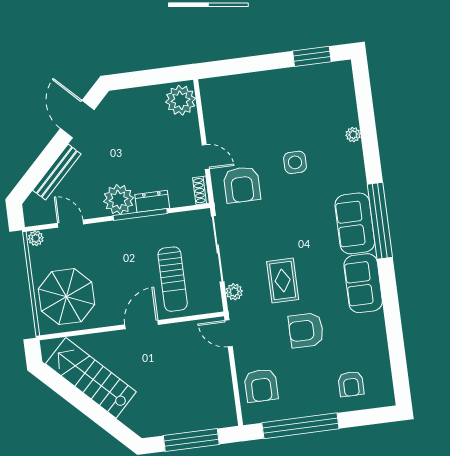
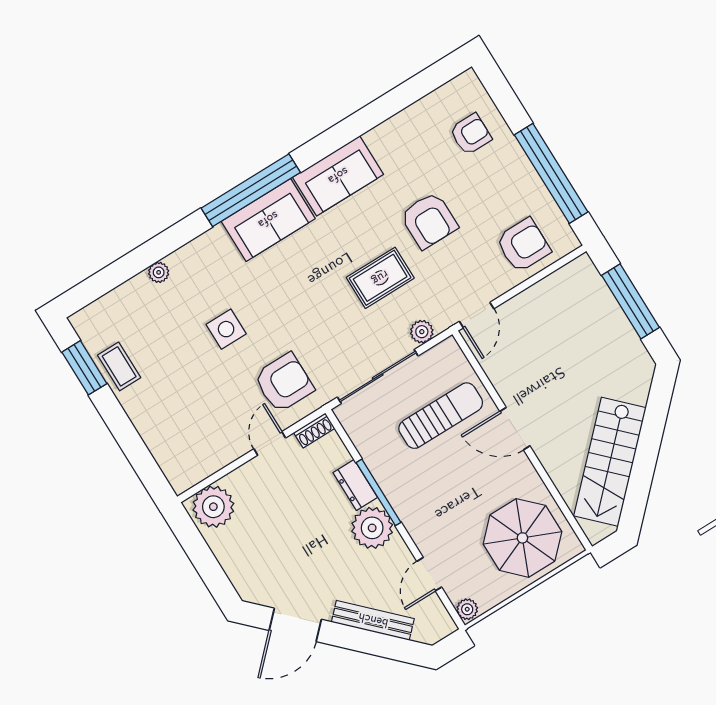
coffee table: (302, 80) -> (119, 366), added

